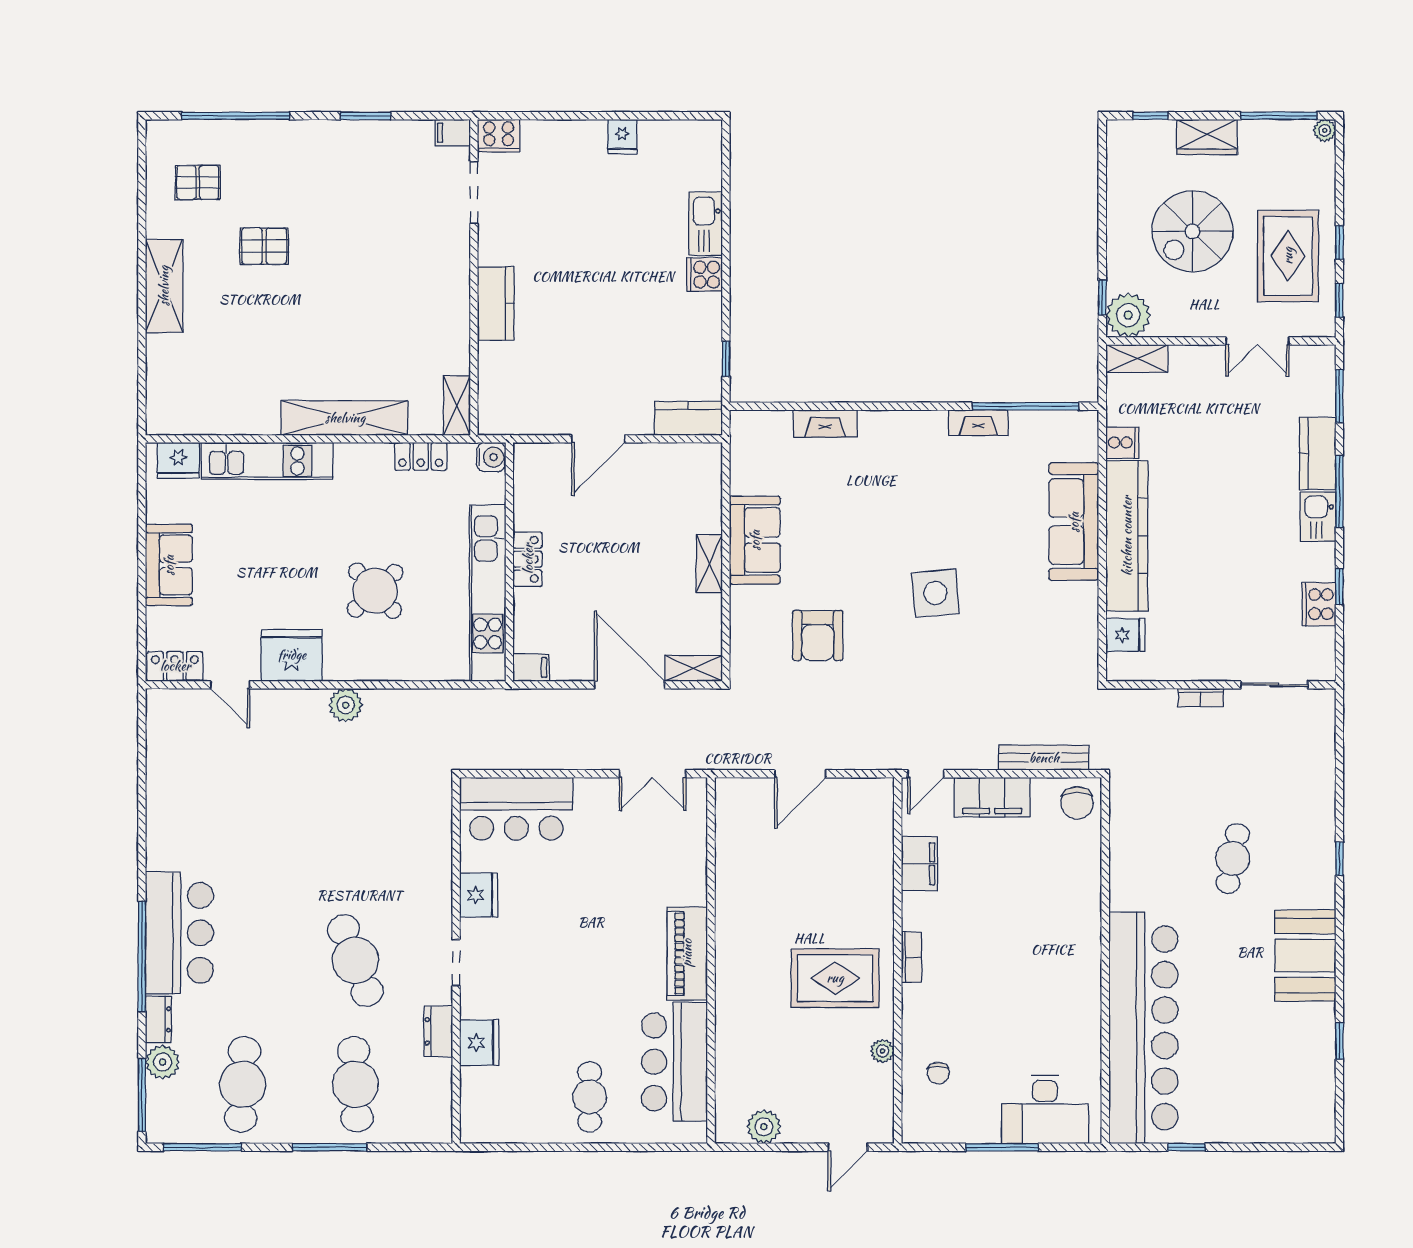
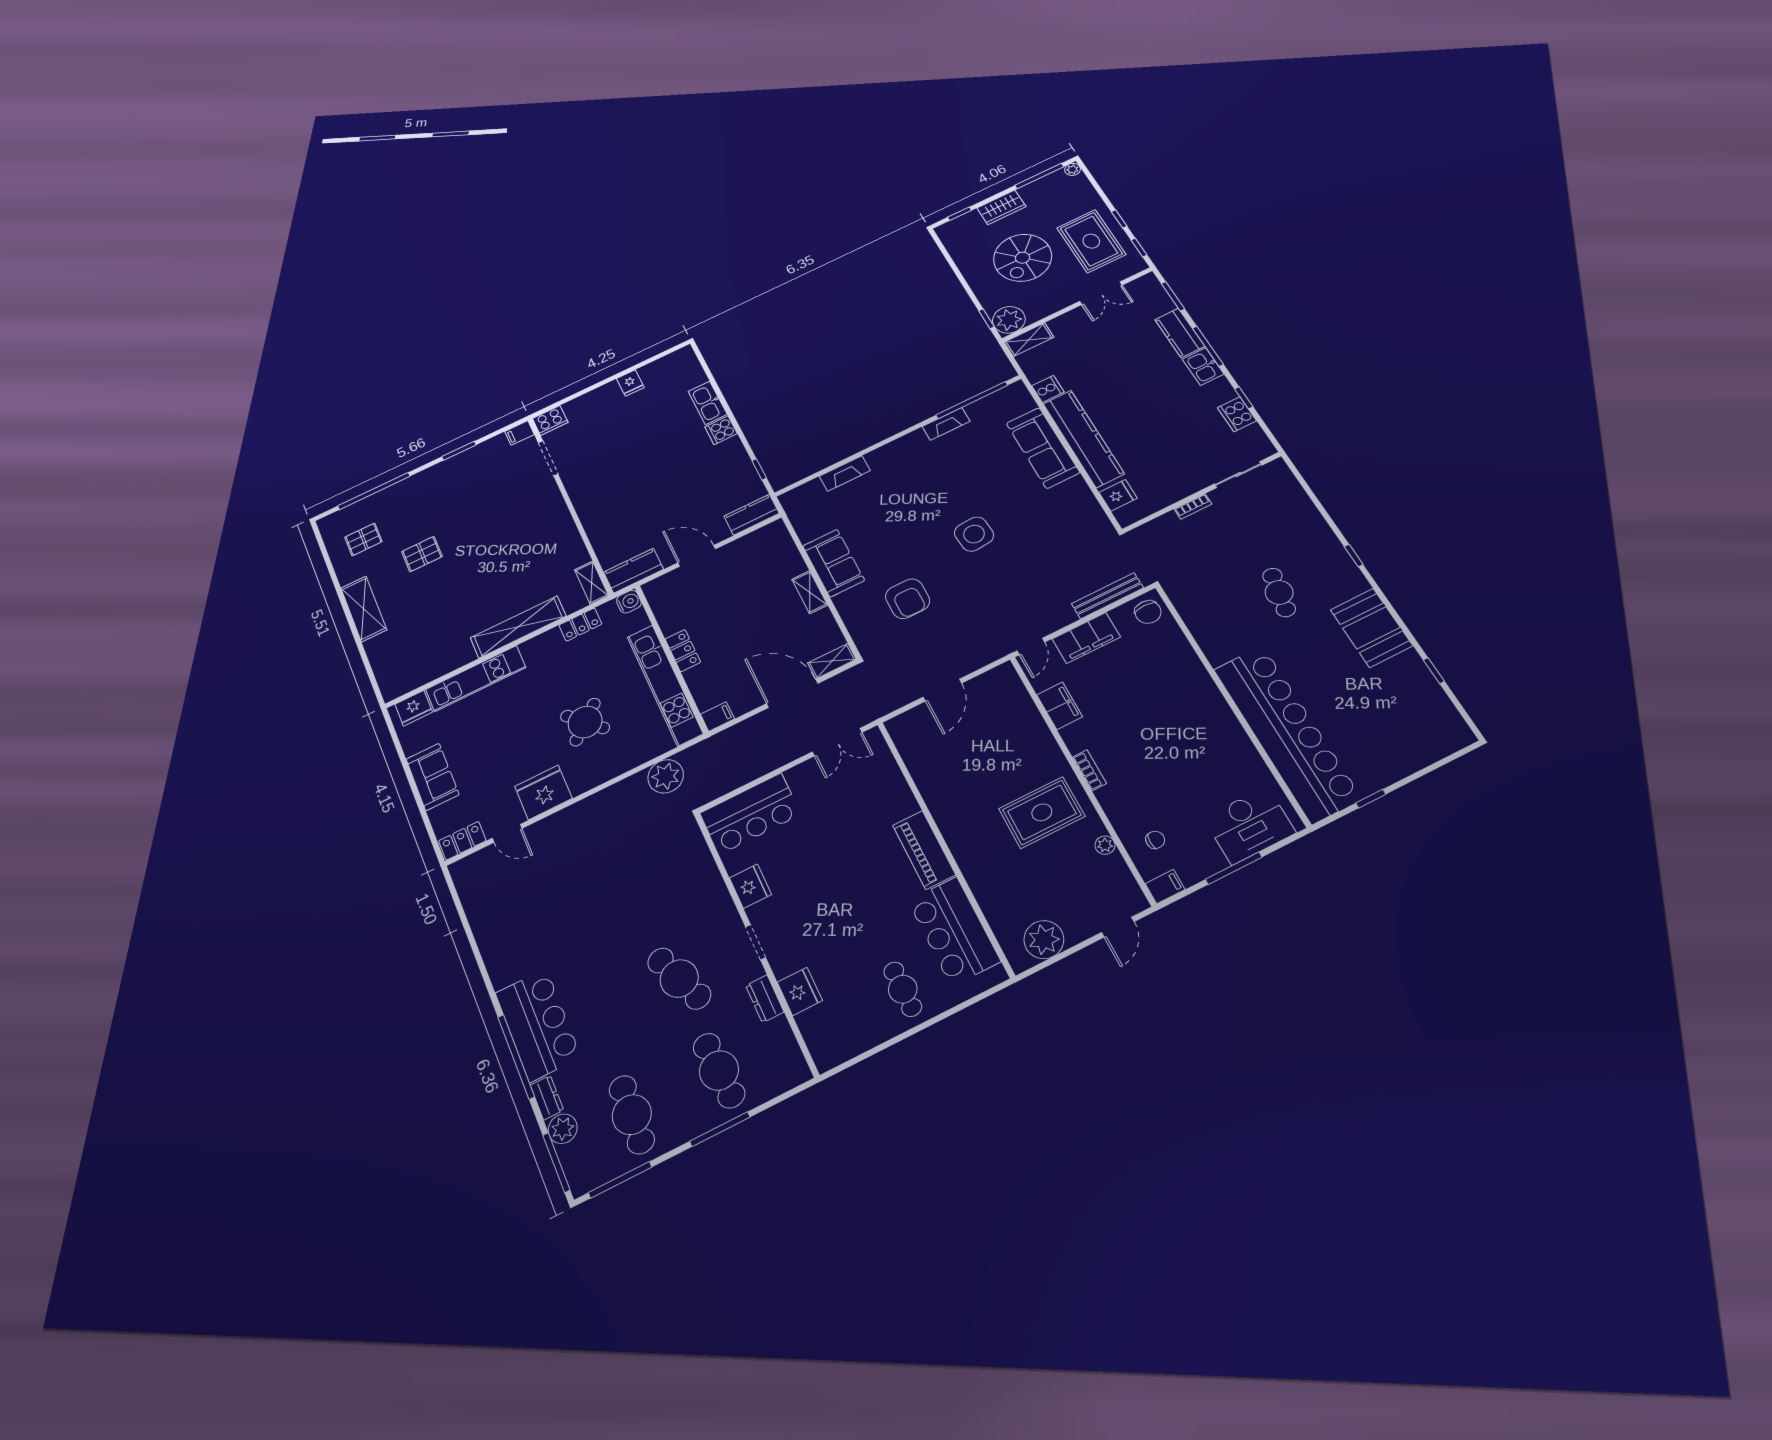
kitchen counter: (496, 304) -> (634, 571), moved, turned -90
door: (598, 439) -> (697, 556), swing flipped
plant: (346, 705) -> (666, 776), moved, width x1.36, depth x1.36
chair: (938, 1073) -> (1155, 840), turned -90
plant: (764, 1127) -> (1044, 940), width x1.36, depth x1.36
filing cabinet: (920, 1129) -> (1165, 887), added

